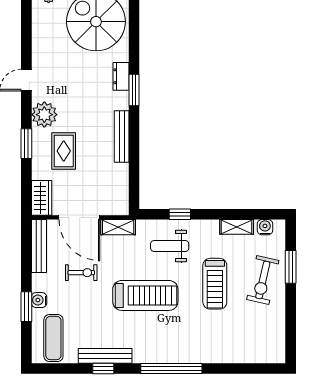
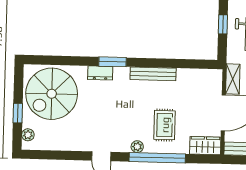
plant: (44, 115) -> (137, 147), width x0.53, depth x0.53
window: (26, 144) -> (157, 158), width x2.11
rug: (64, 151) -> (165, 125), turned 90

